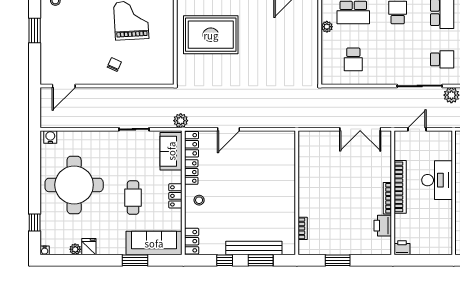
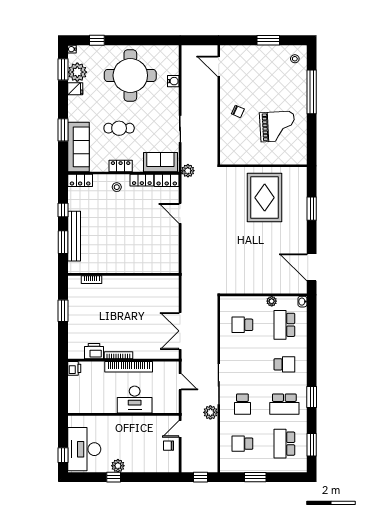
water cooler: (50, 137) -> (173, 81), moved
plant: (75, 249) -> (77, 72), width x1.87, depth x1.87
window: (67, 260) -> (63, 69), added

